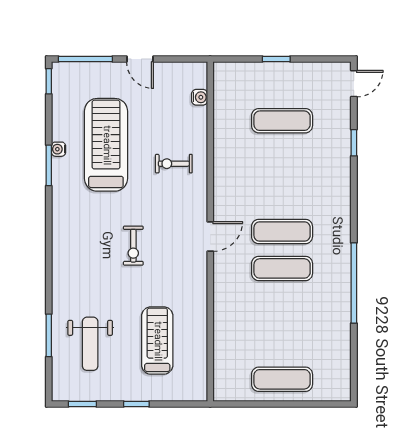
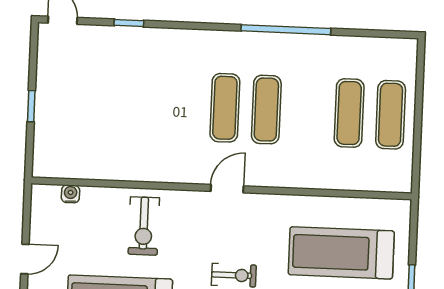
exercise mat: (282, 121) -> (349, 113), moved
exercise bike: (174, 164) -> (144, 226), width x1.38, depth x1.39
door: (210, 237) -> (227, 189), hinge flipped
treadmill: (157, 341) -> (341, 253), width x1.37, depth x1.38

